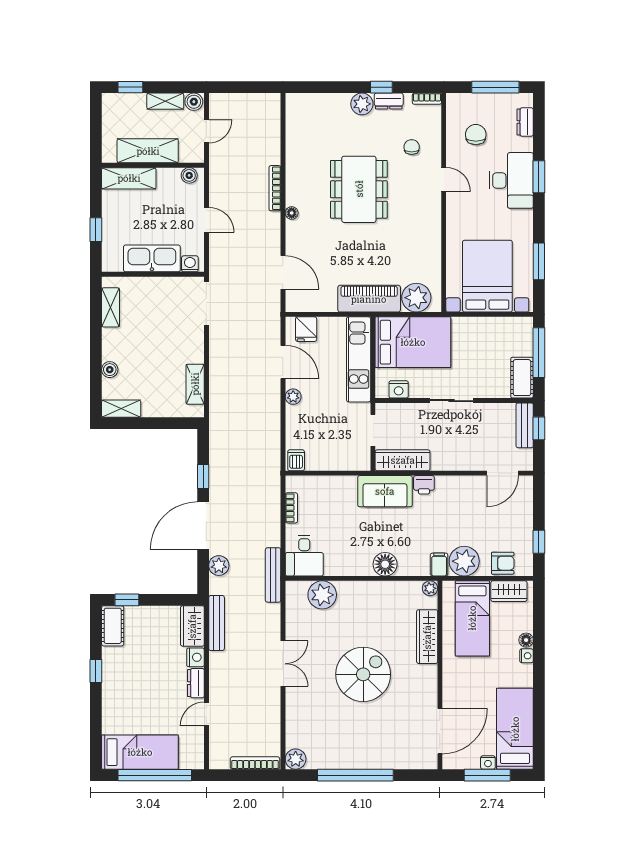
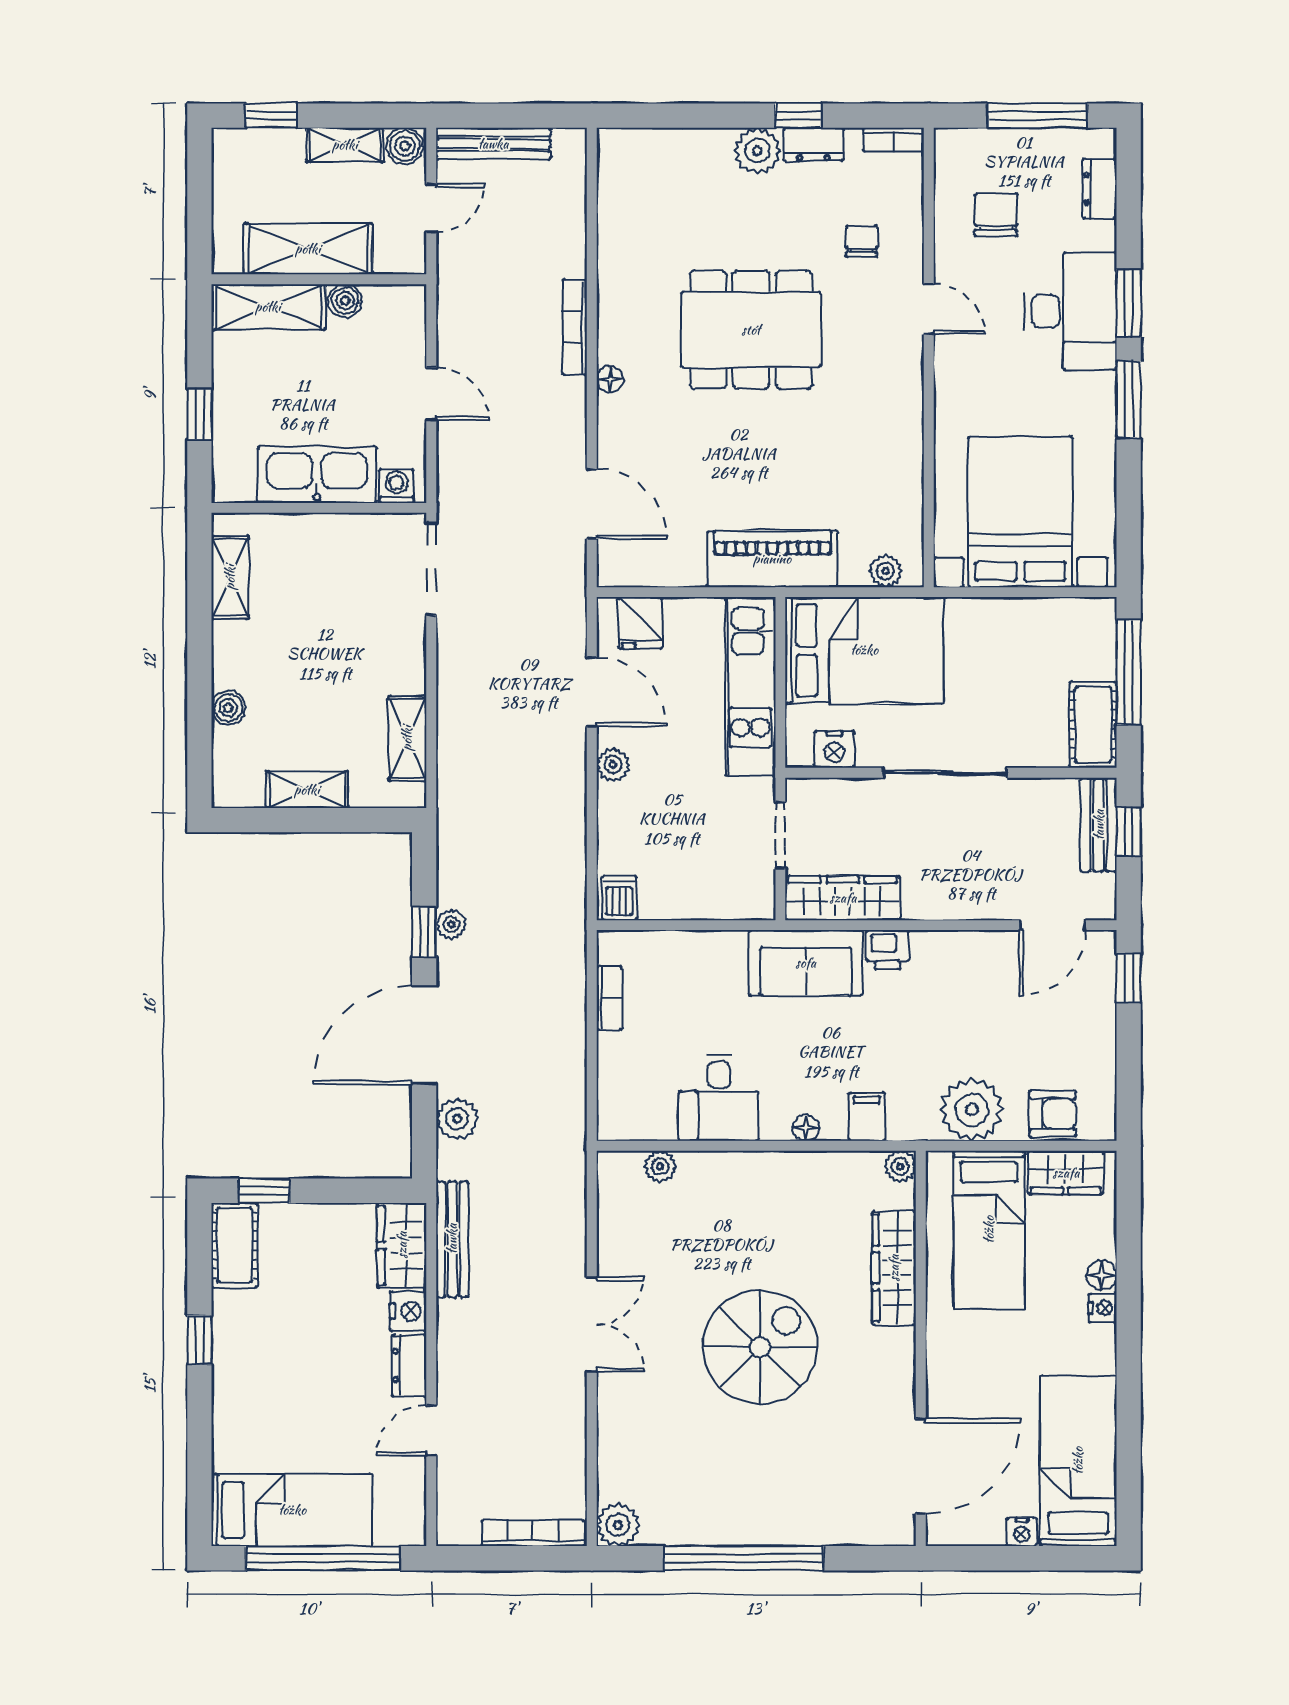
boiler: (189, 175) -> (345, 301), moved
dining table: (359, 189) -> (751, 330), turned 90
window: (539, 261) -> (1129, 400), moved
plant: (416, 298) -> (885, 571), width x0.53, depth x0.53
sliding door: (451, 401) -> (945, 773), width x1.37
shelving: (121, 409) -> (307, 790), moved
plant: (216, 473) -> (451, 924), added
window: (539, 542) -> (1129, 978), moved
desk: (304, 556) -> (719, 1098), moved
floor lamp: (385, 564) -> (806, 1128), width x0.53, depth x0.53
filing cabinet: (439, 565) -> (867, 1117), moved
bench: (273, 575) -> (493, 144), moved, turned 90
plant: (322, 595) -> (660, 1166), width x0.53, depth x0.53
window: (487, 775) -> (1020, 1558), removed

